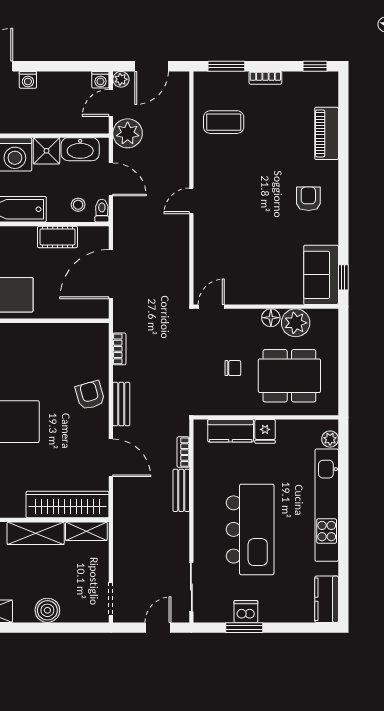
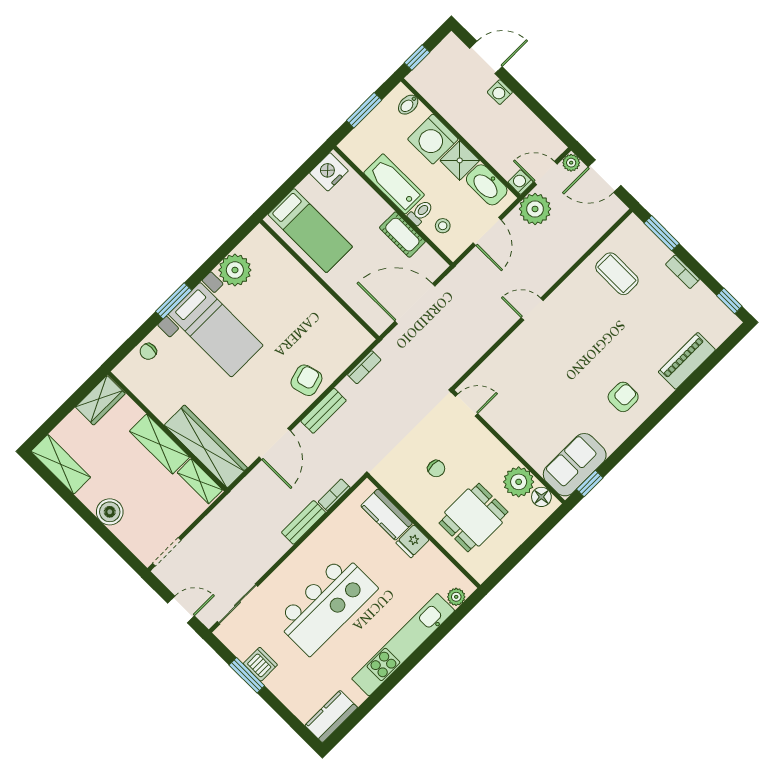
washing machine: (100, 80) -> (521, 182), moved, turned 90
toilet: (102, 211) -> (420, 213), moved
floor lamp: (271, 318) -> (541, 497), moved
dining table: (289, 376) -> (473, 518), width x0.73

